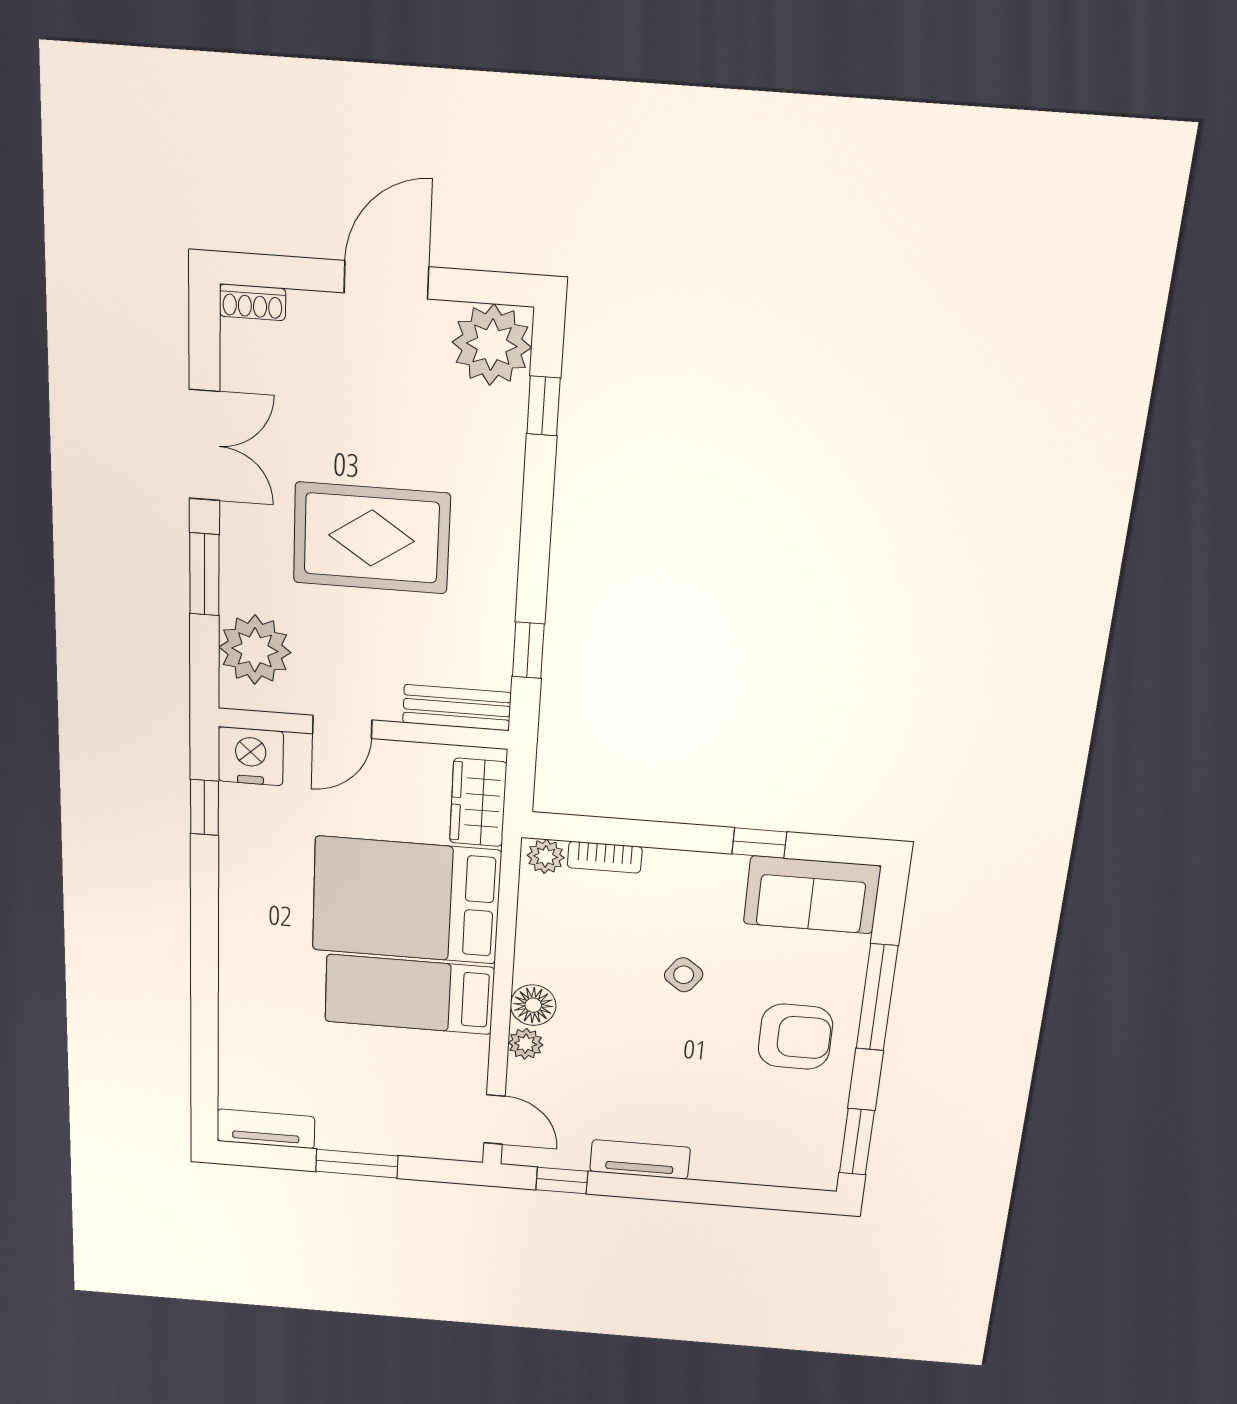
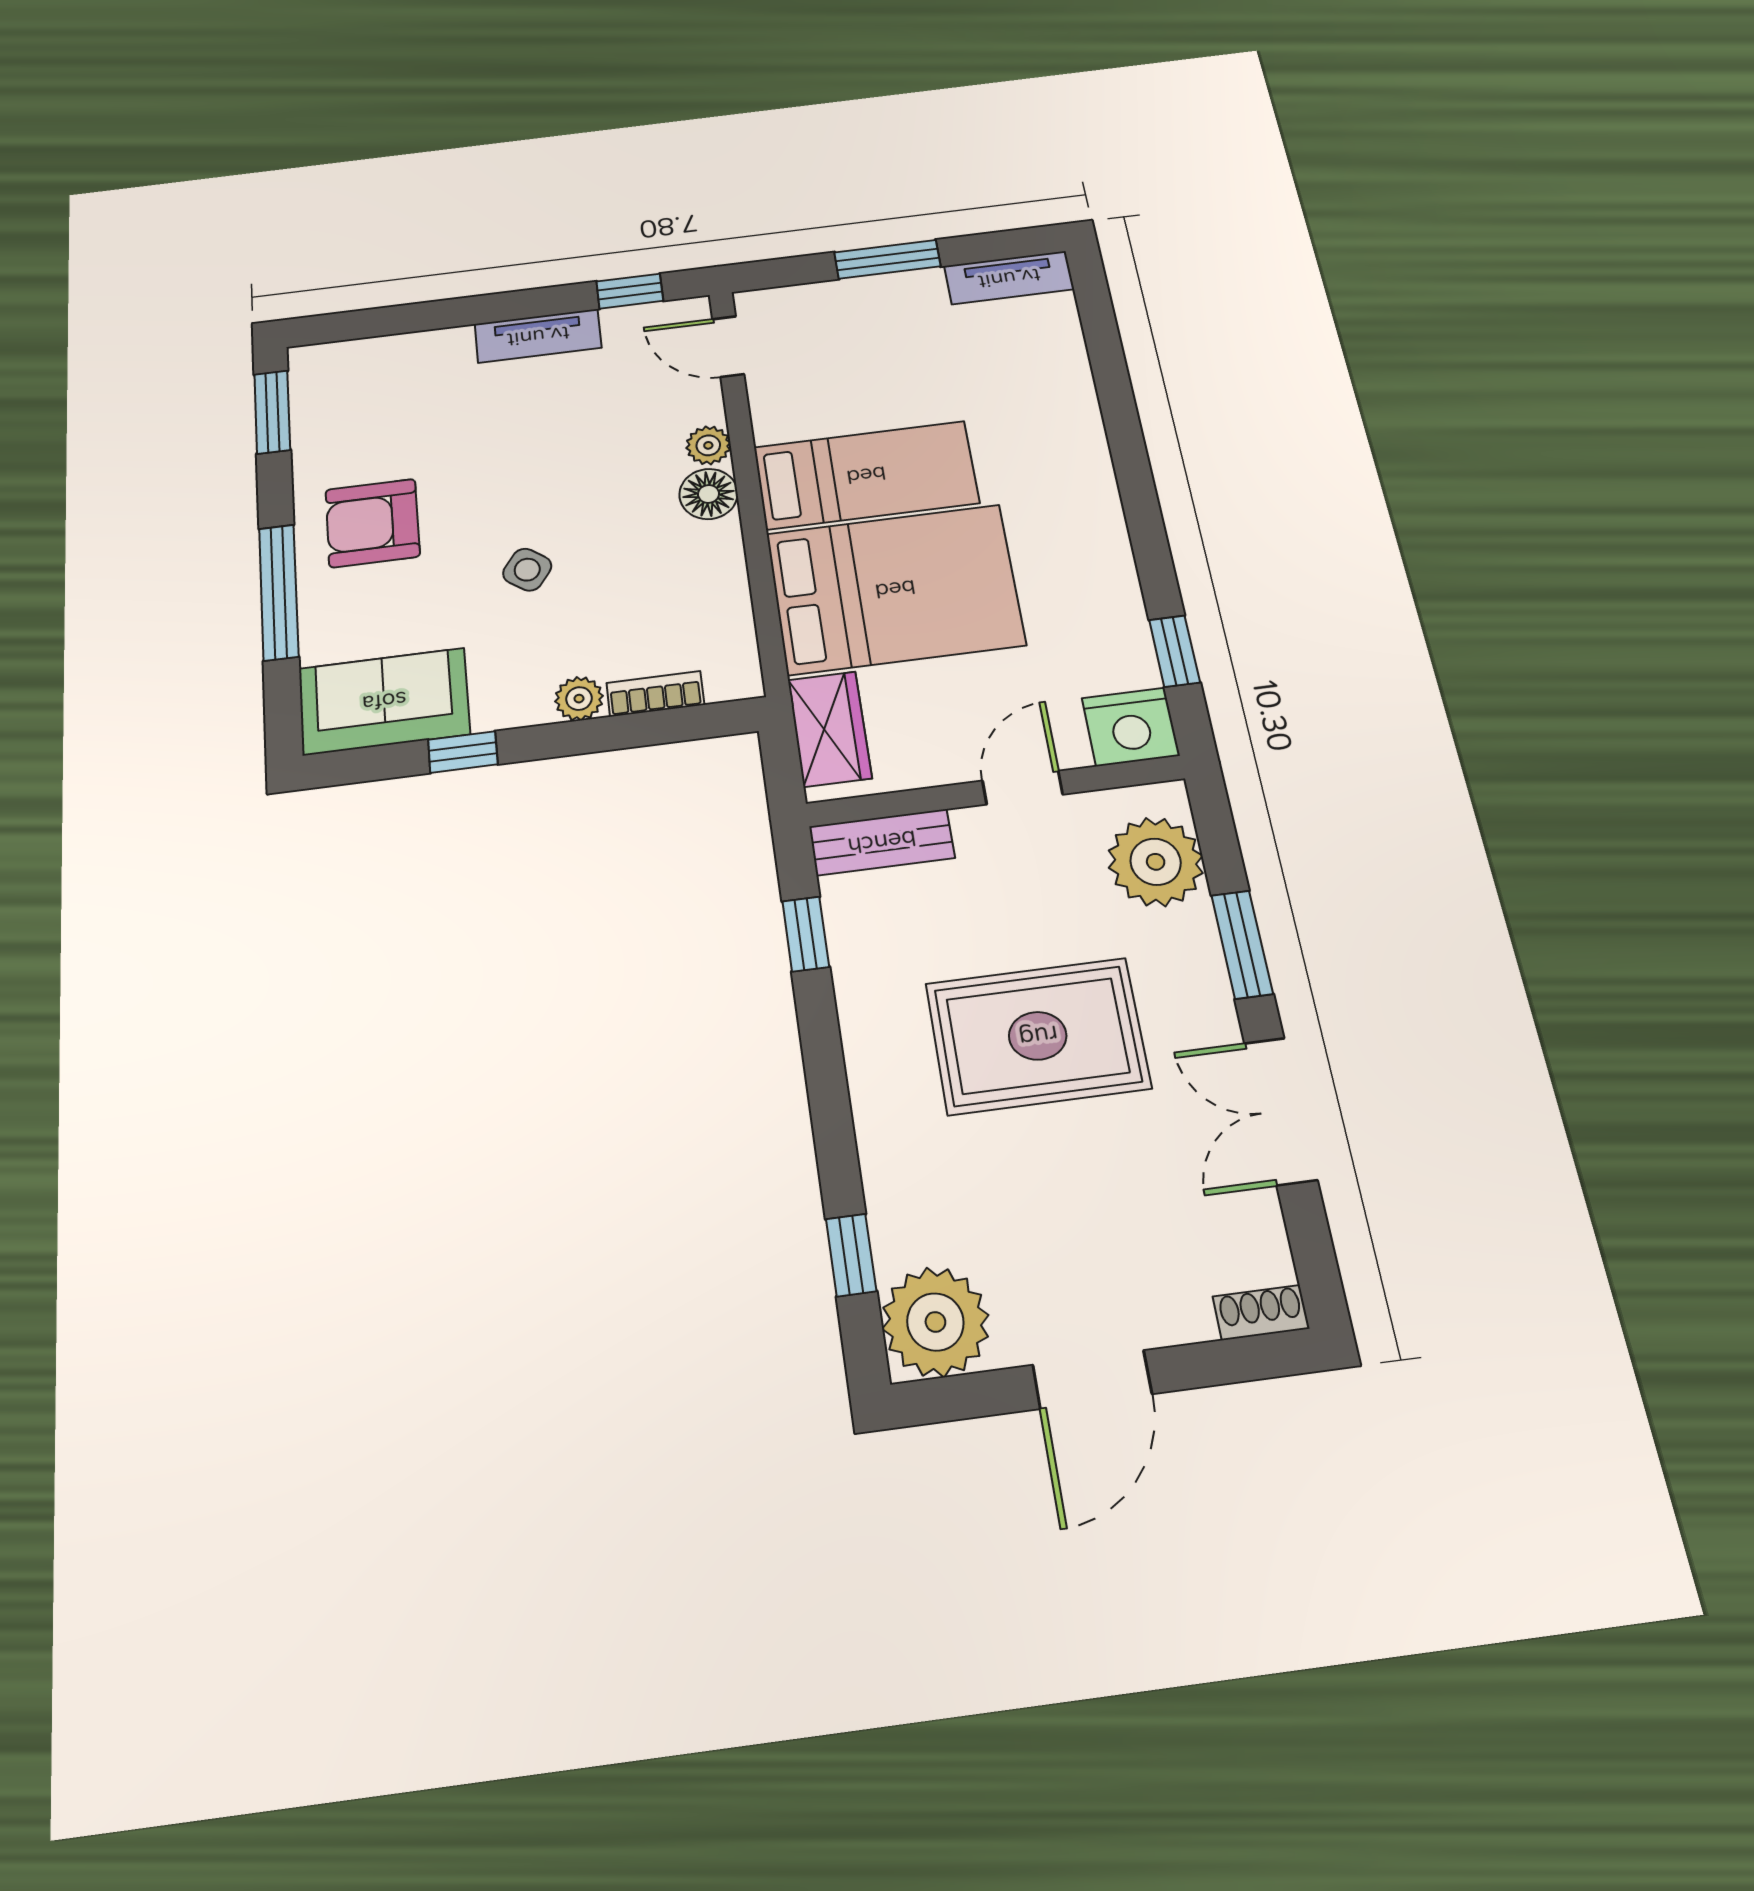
plant: (546, 856) -> (579, 699), moved

